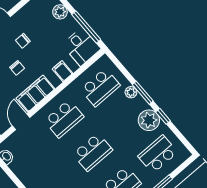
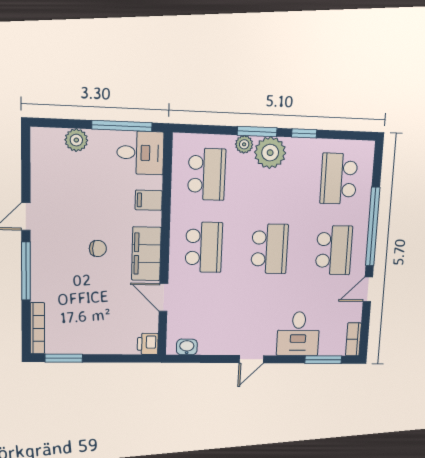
chair: (23, 41) -> (72, 214), removed
plant: (149, 120) -> (270, 153), moved

